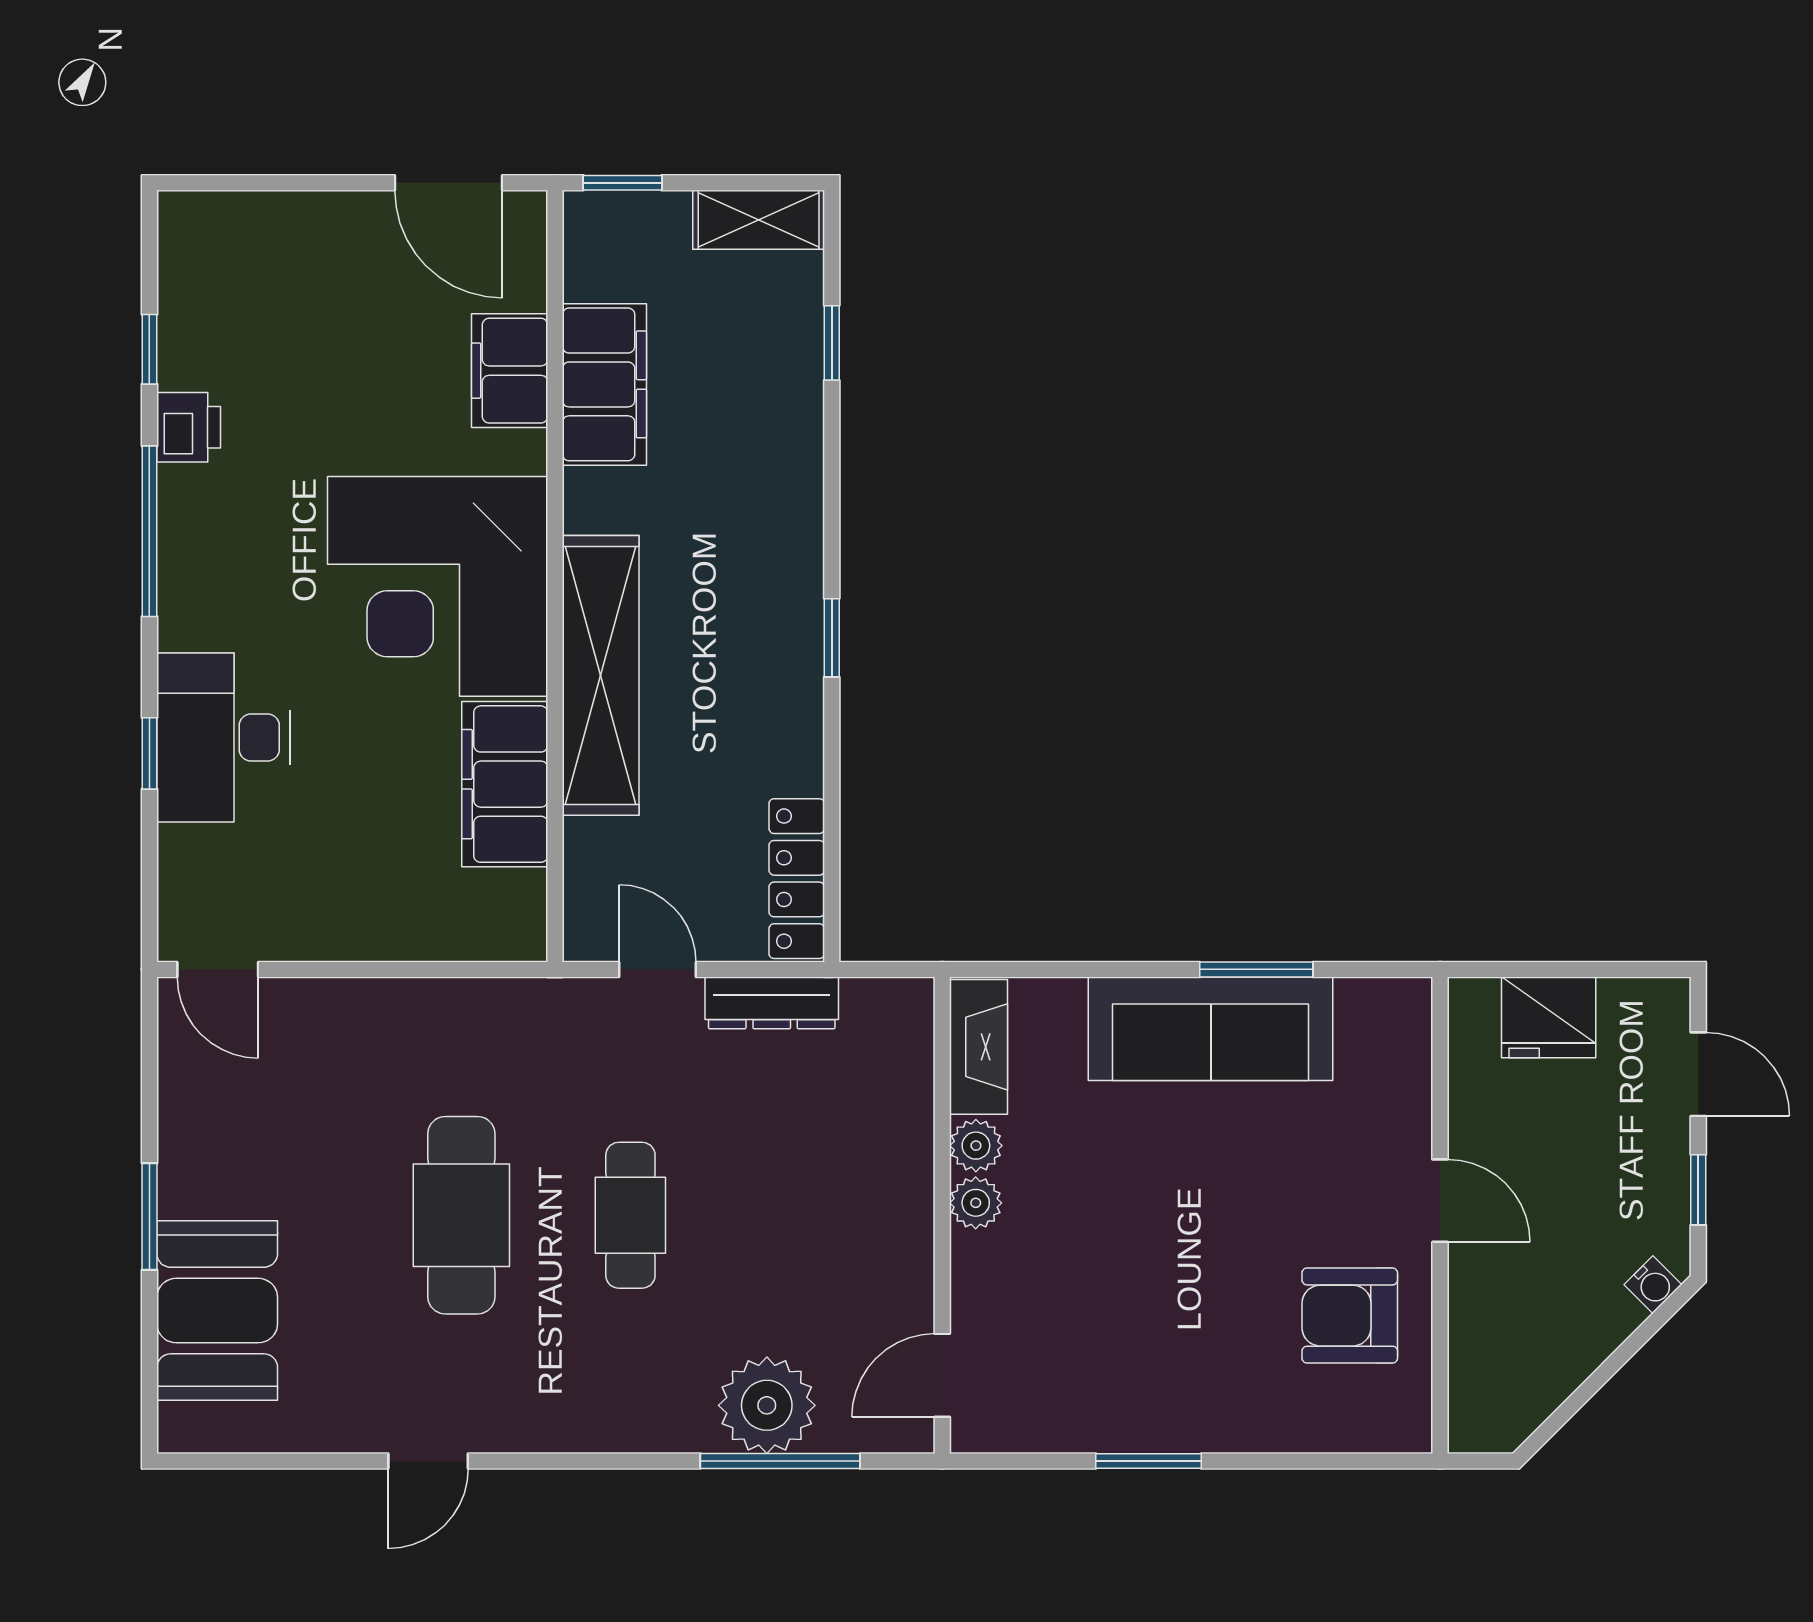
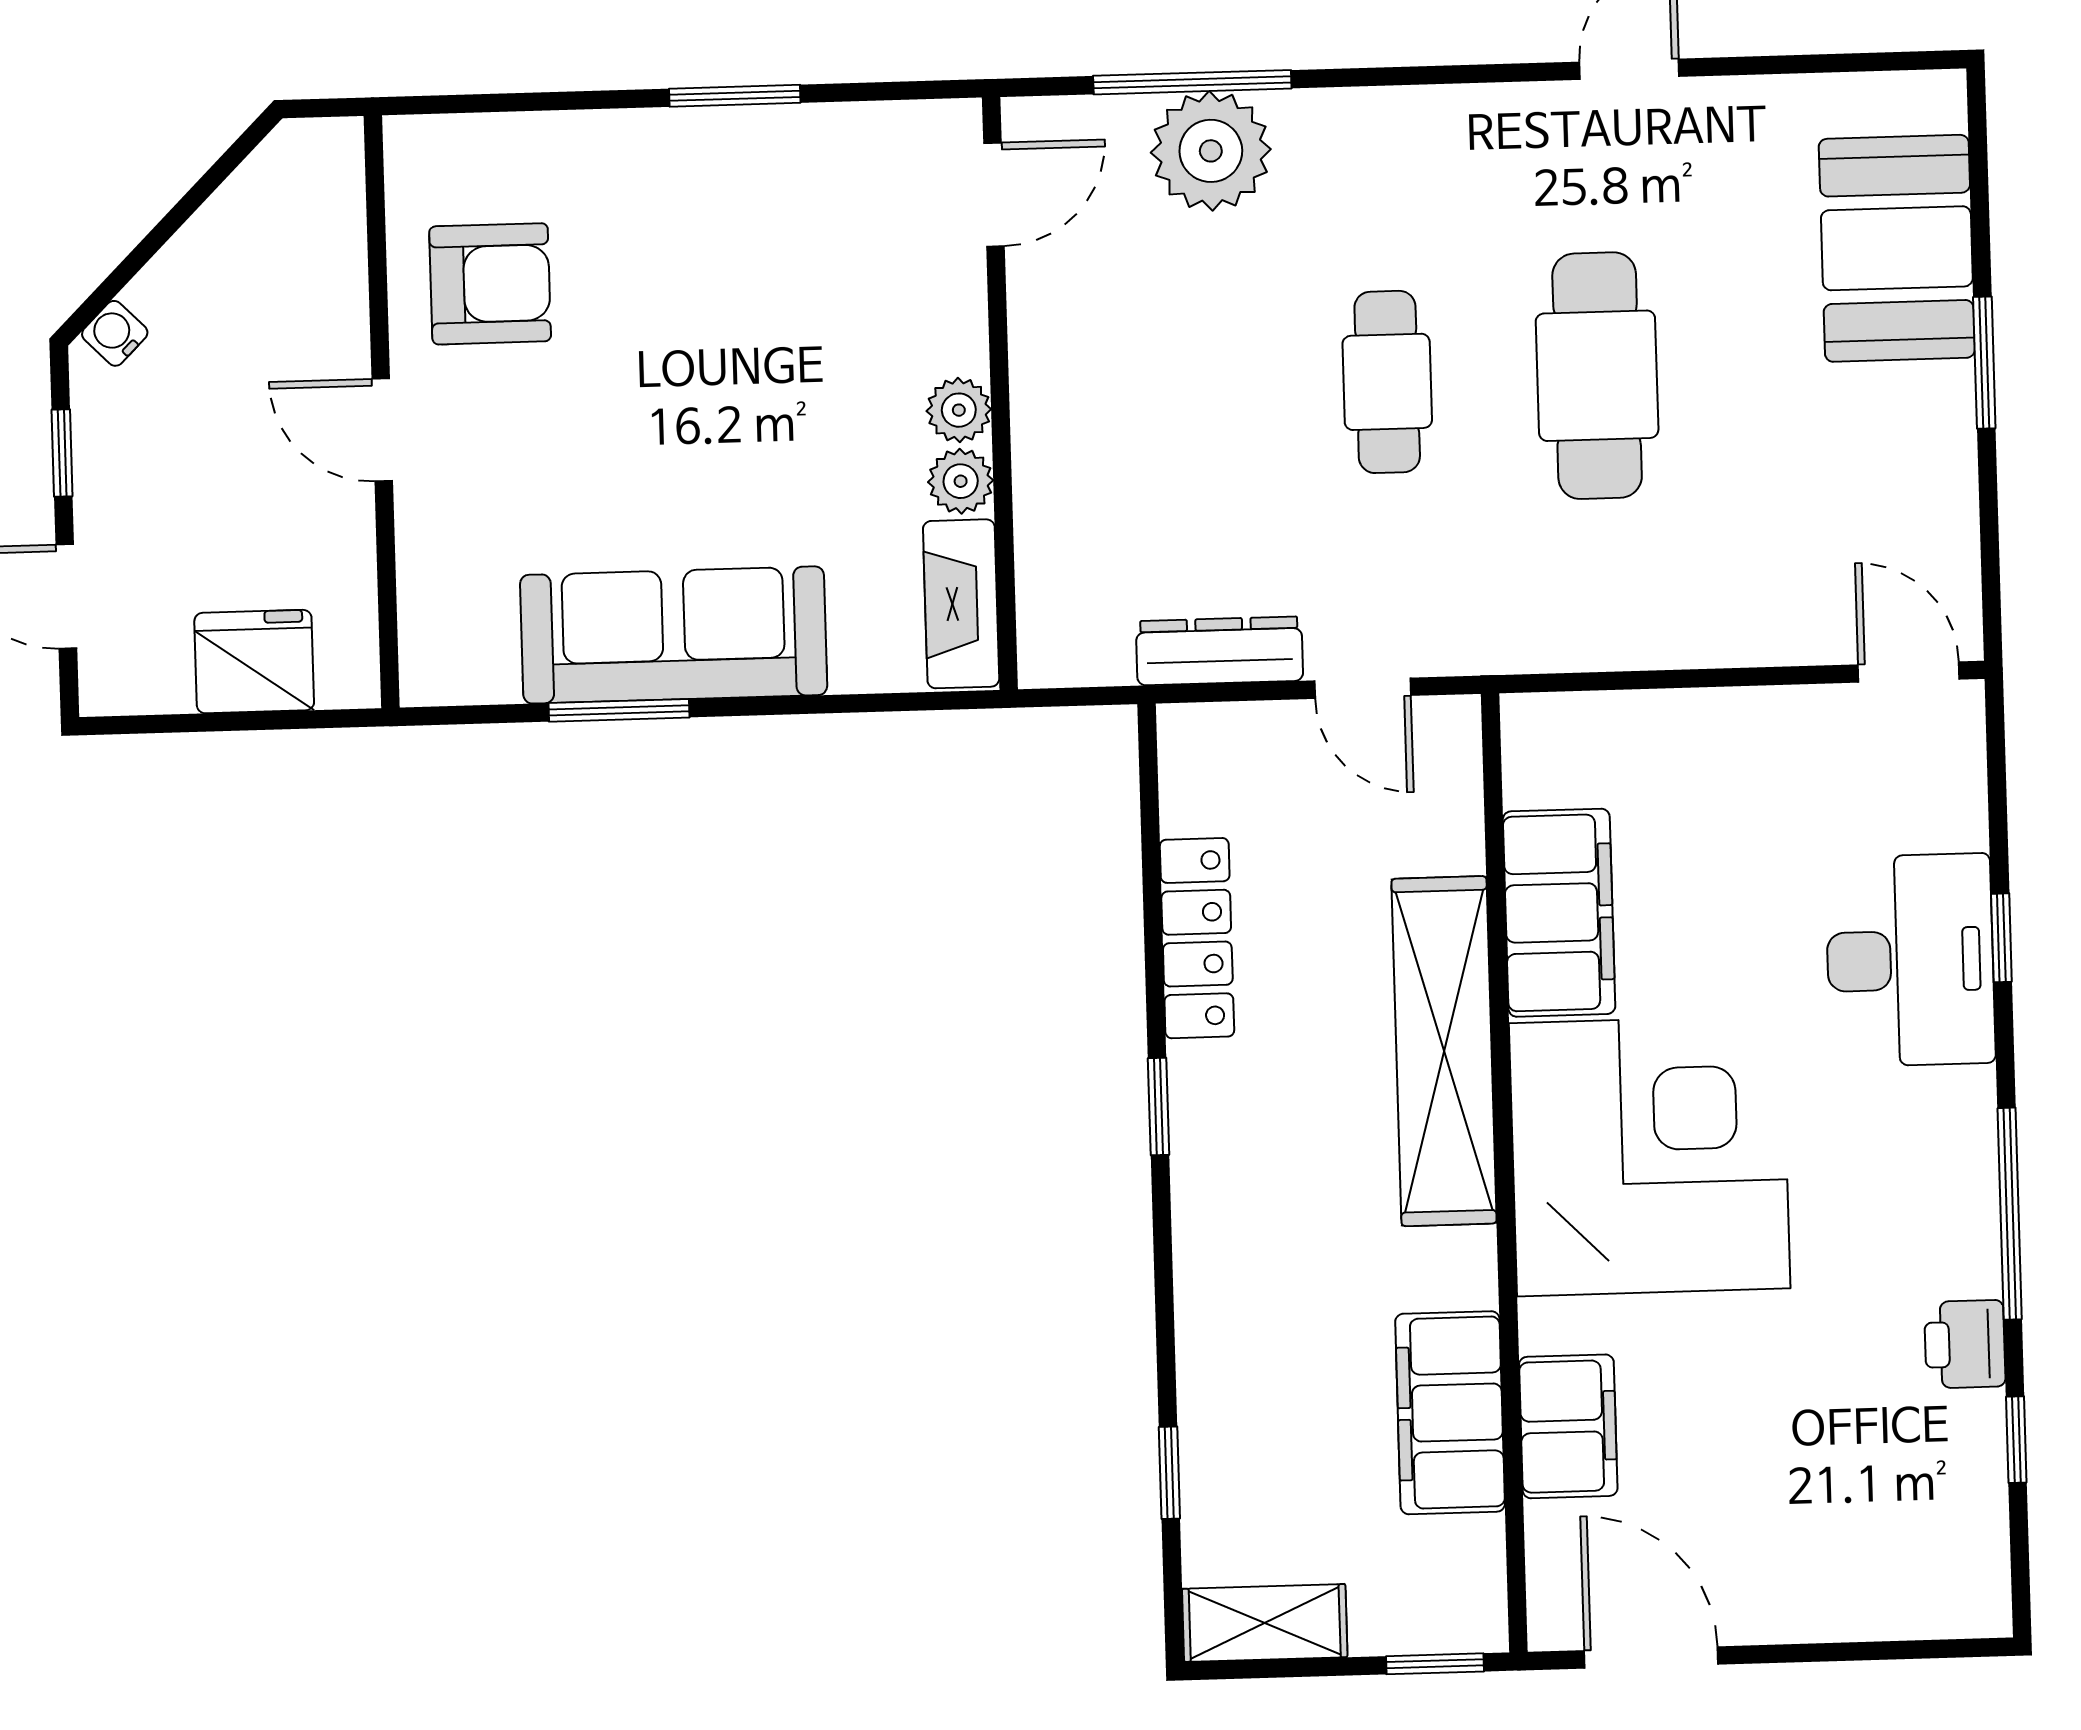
locker: (797, 879) -> (1197, 938), moved

